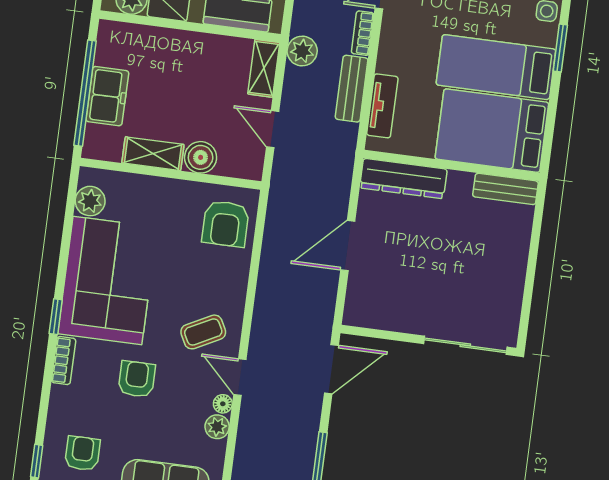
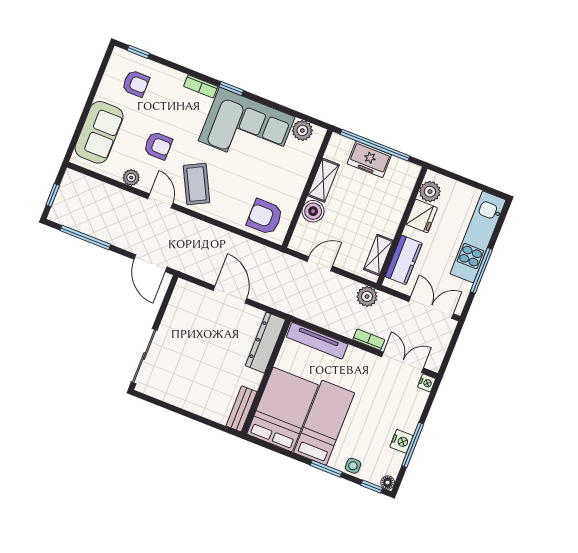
shelving: (264, 68) -> (378, 255), moved, turned 90
bench: (352, 89) -> (334, 323), removed
tv unit: (382, 106) -> (317, 341), width x1.41
coffee table: (203, 332) -> (196, 184), width x1.36, depth x1.30
door: (240, 377) -> (160, 201), hinge flipped
armchair: (137, 379) -> (158, 146), moved
floor lamp: (223, 404) -> (145, 185), removed

